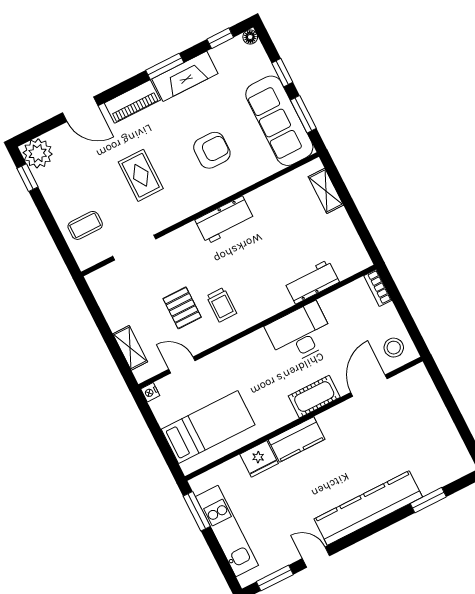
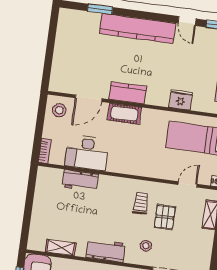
shelving: (326, 191) -> (61, 247), moved, turned 90
stool: (181, 259) -> (146, 246), added
desk: (300, 334) -> (87, 153), moved
door: (182, 365) -> (188, 184), swing flipped
kitchen counter: (297, 439) -> (128, 93), moved

